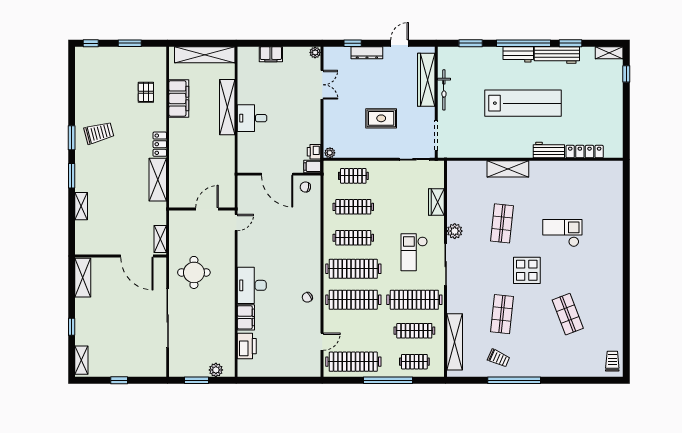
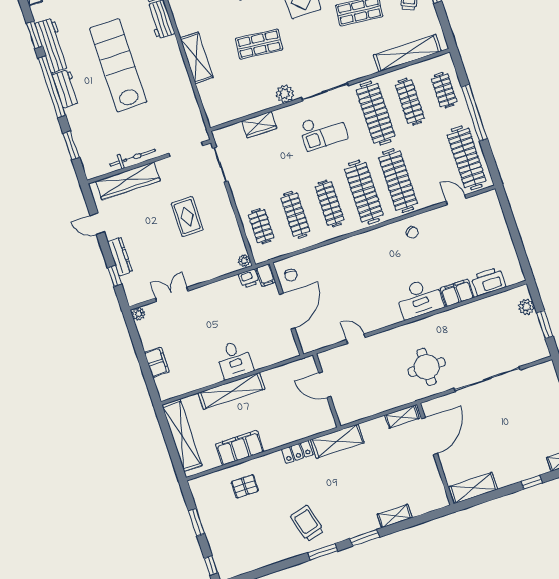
wall: (202, 209) -> (327, 390), moved
door: (207, 209) -> (325, 385), moved

